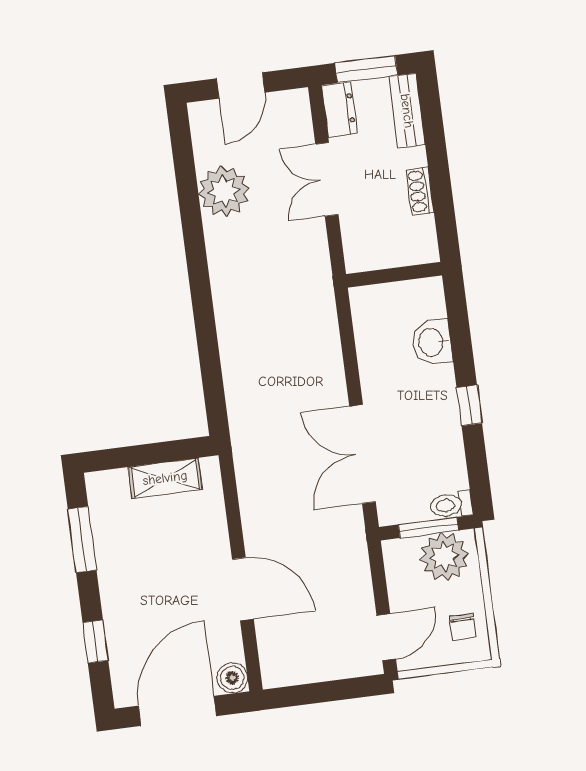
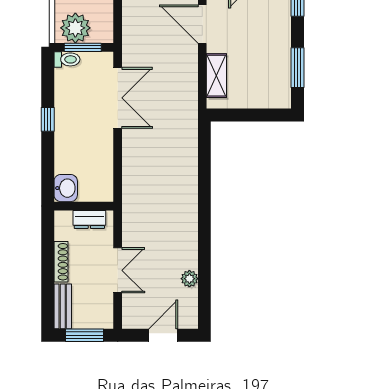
dresser: (339, 109) -> (89, 219), moved, turned -90
plant: (224, 191) -> (189, 279), width x0.53, depth x0.53
shoe rack: (420, 191) -> (61, 262), width x1.43
washbasin: (432, 342) -> (66, 188), moved
shelving: (165, 478) -> (216, 76), moved, turned 90

